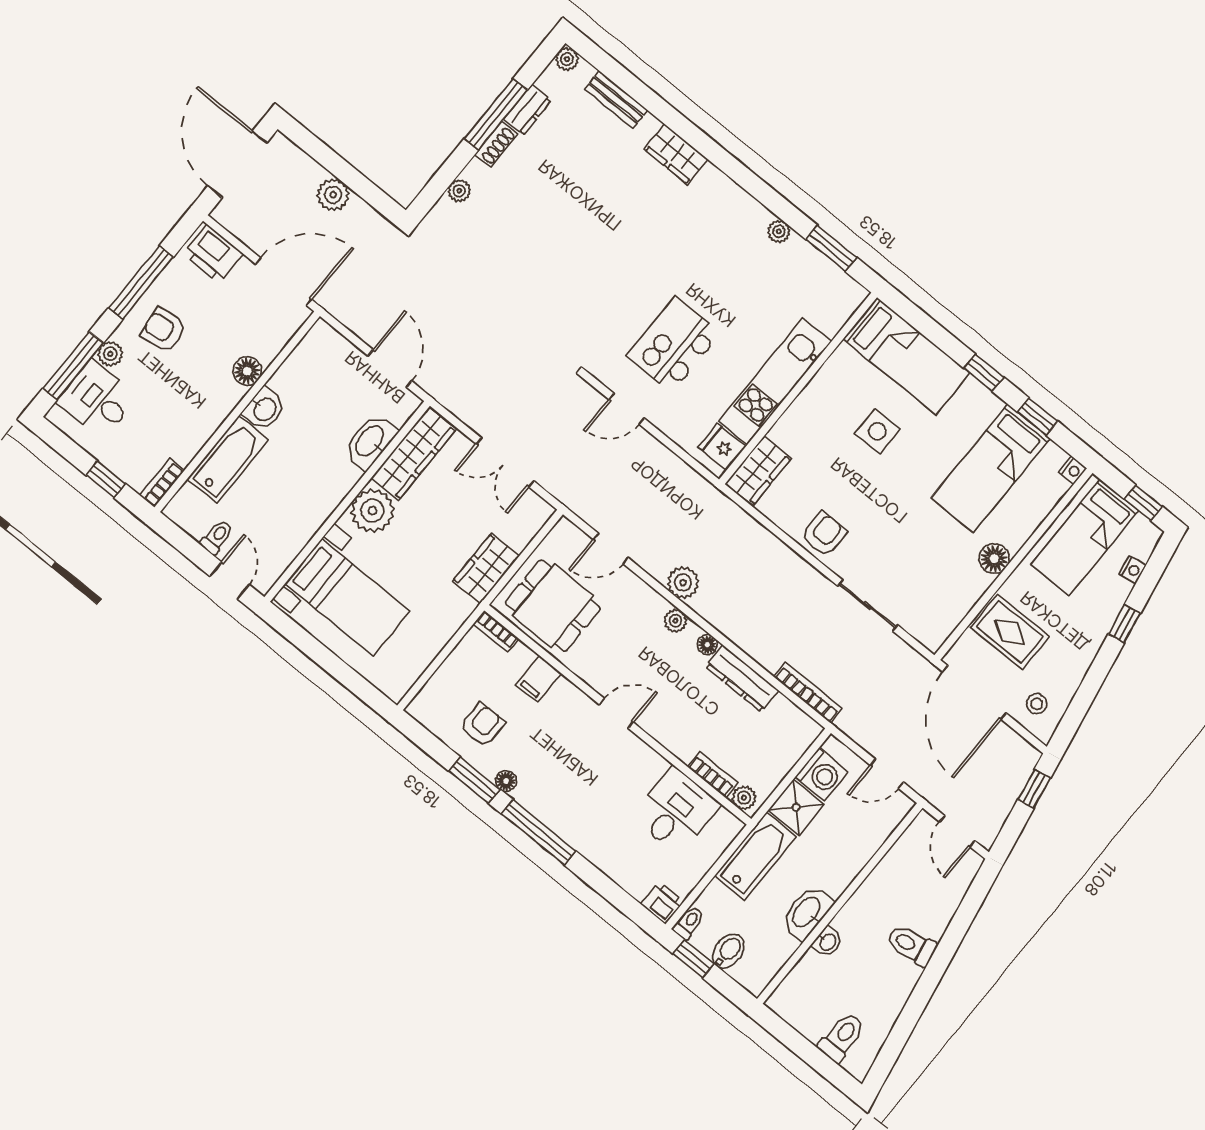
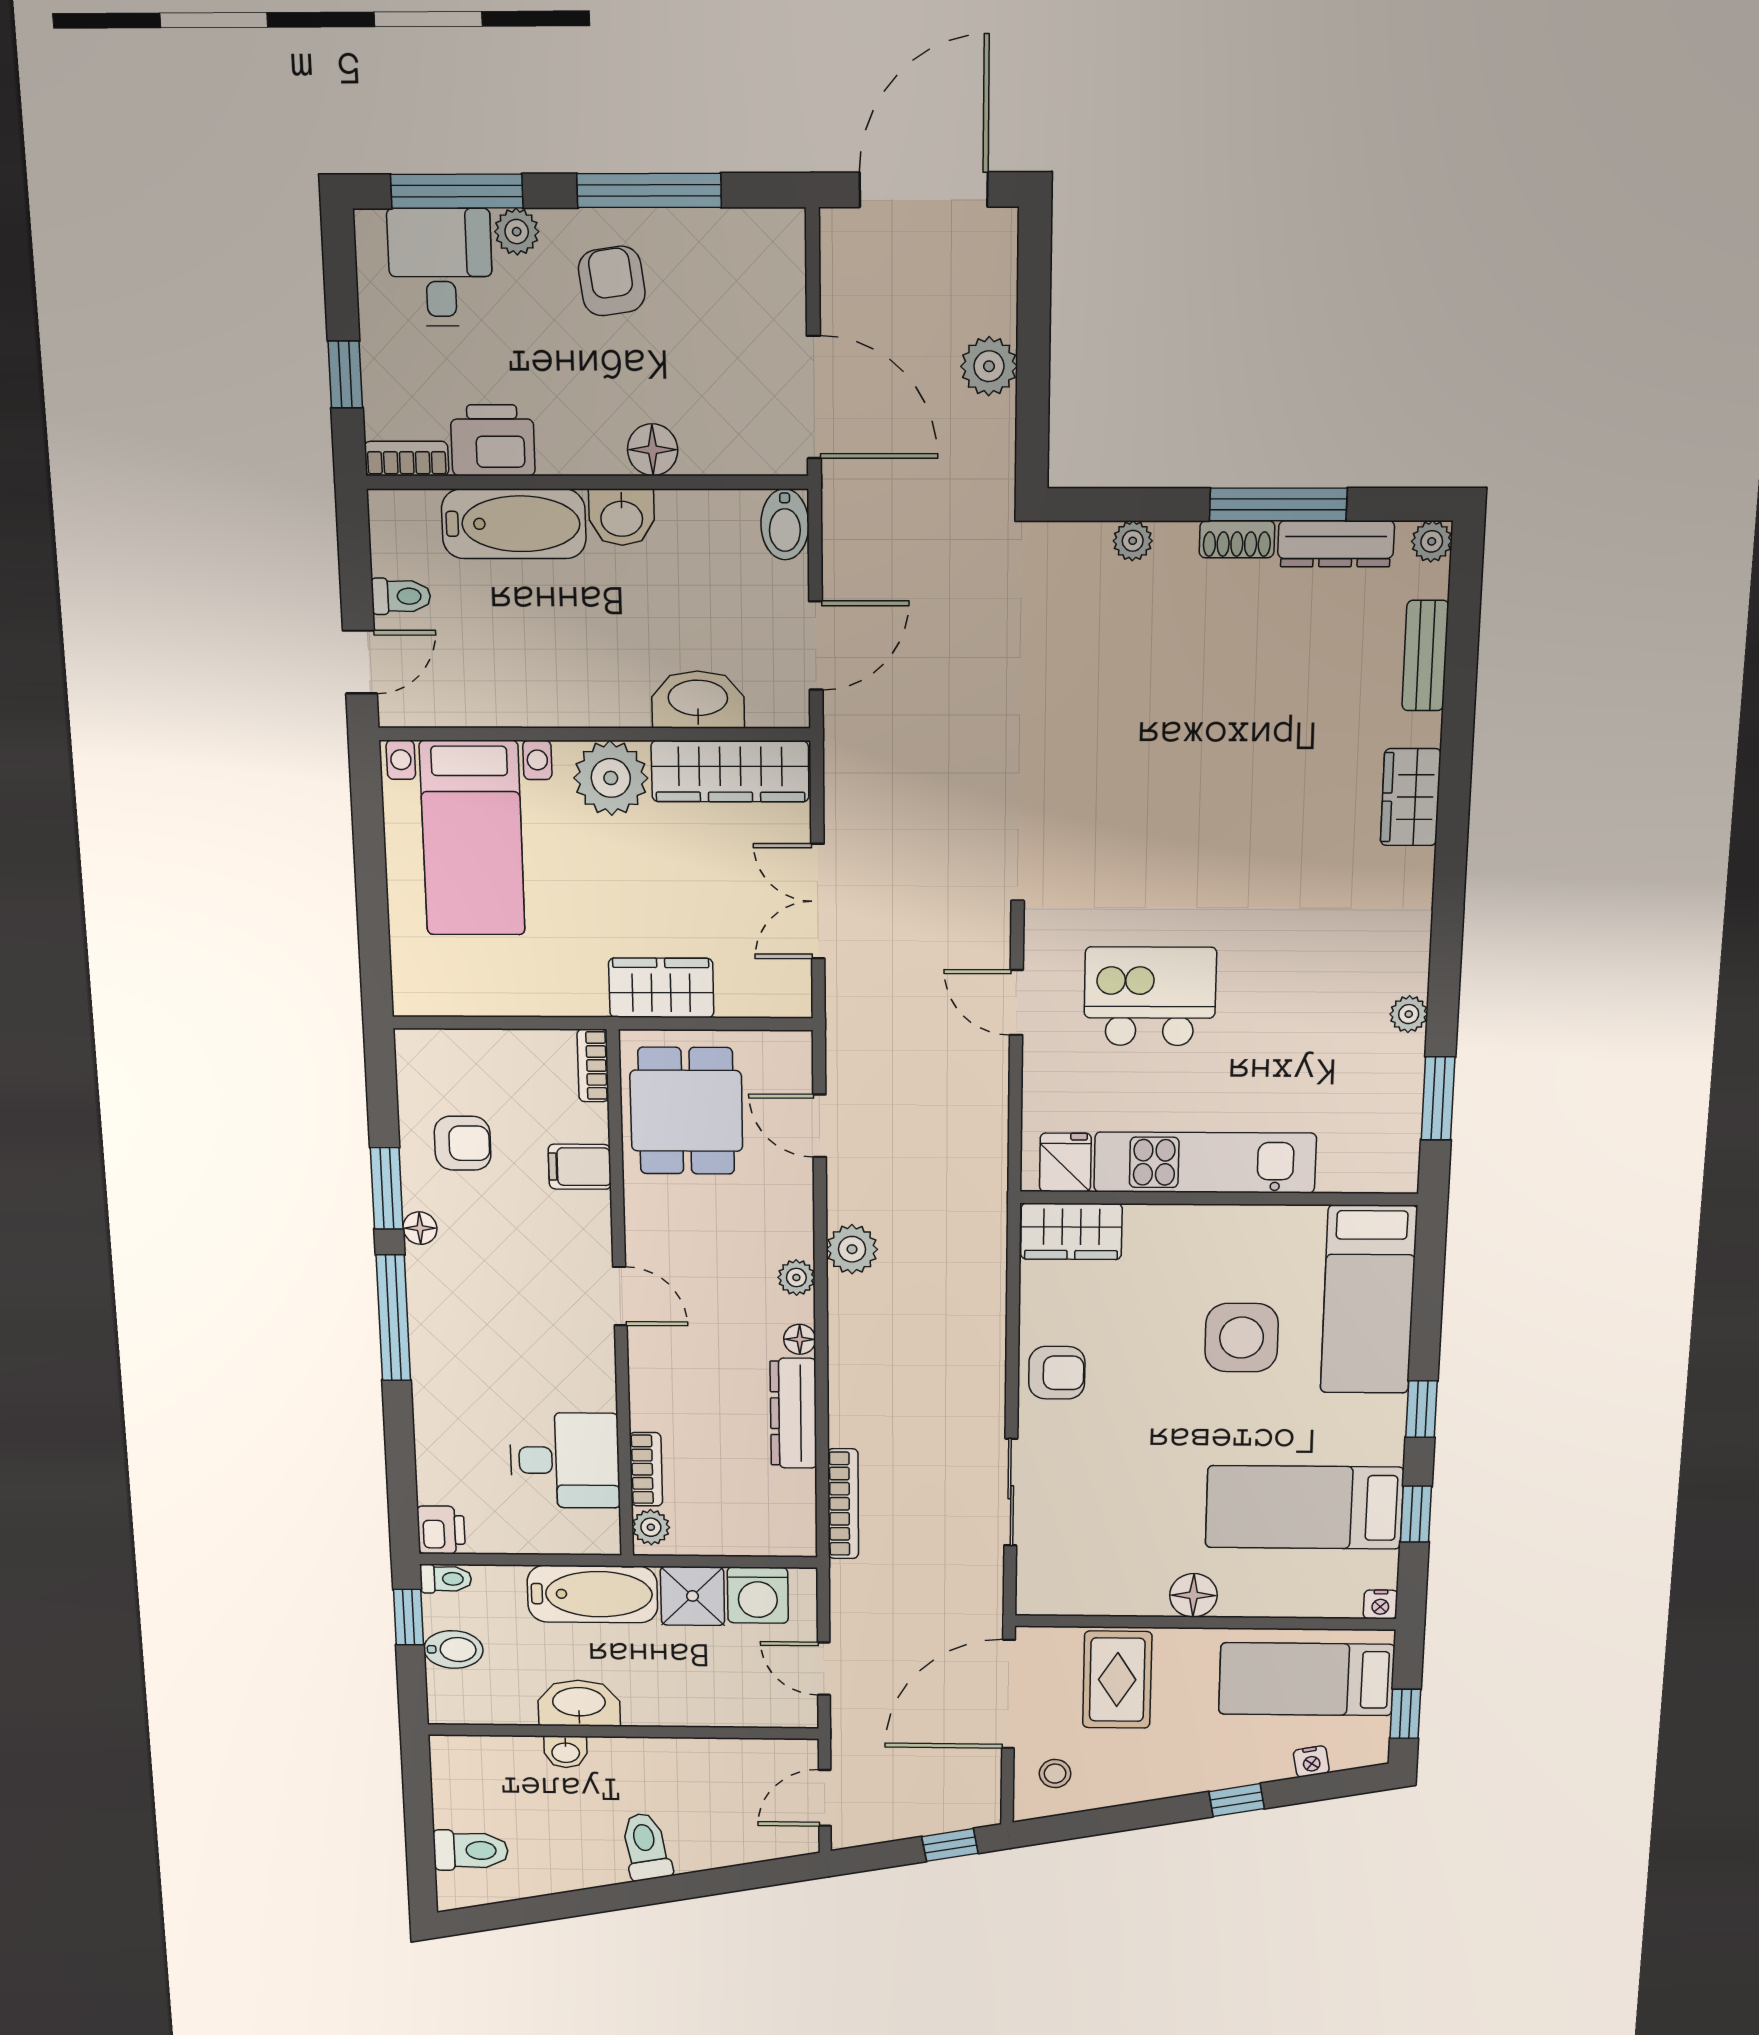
dresser: (527, 110) -> (1336, 544), width x1.44
printer: (213, 254) -> (493, 440), moved, turned 90
bidet: (327, 339) -> (785, 524), added
side table: (877, 431) -> (1242, 1338), width x1.37, depth x1.37

